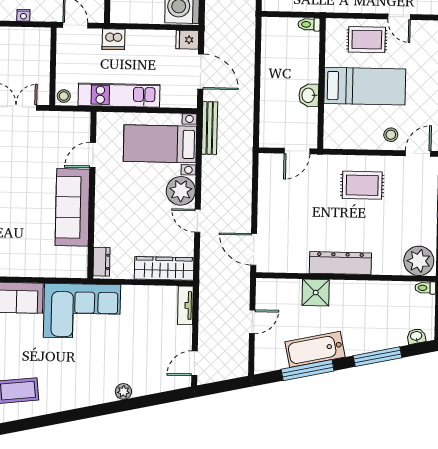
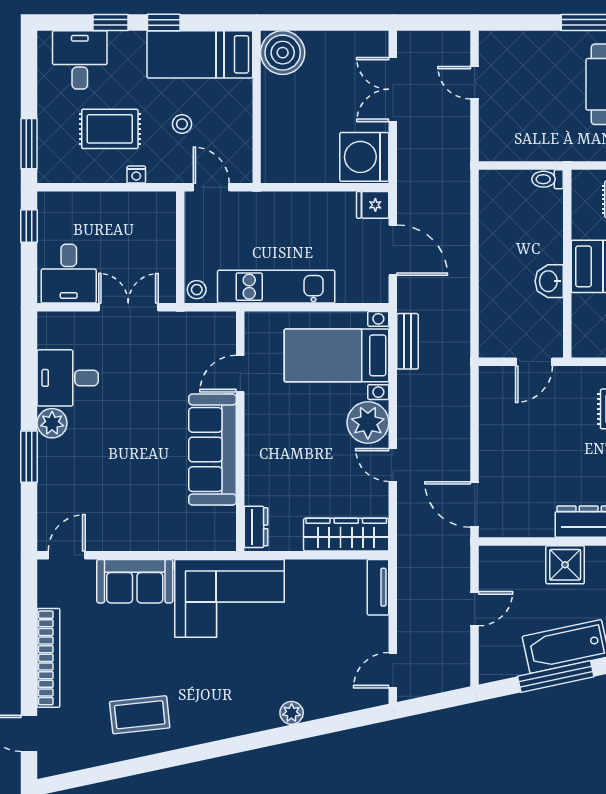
dishwasher: (113, 39) -> (267, 206), removed
bench: (210, 128) -> (408, 341), width x0.73

